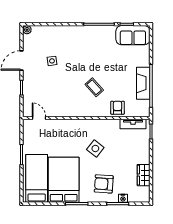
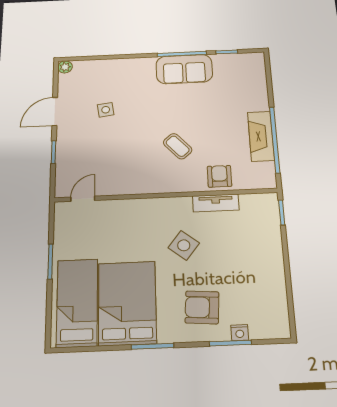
sofa: (133, 35) -> (184, 69), moved
door: (39, 118) -> (83, 199), hinge flipped
tv unit: (133, 124) -> (216, 203), moved
wardrobe: (144, 175) -> (275, 288), removed

